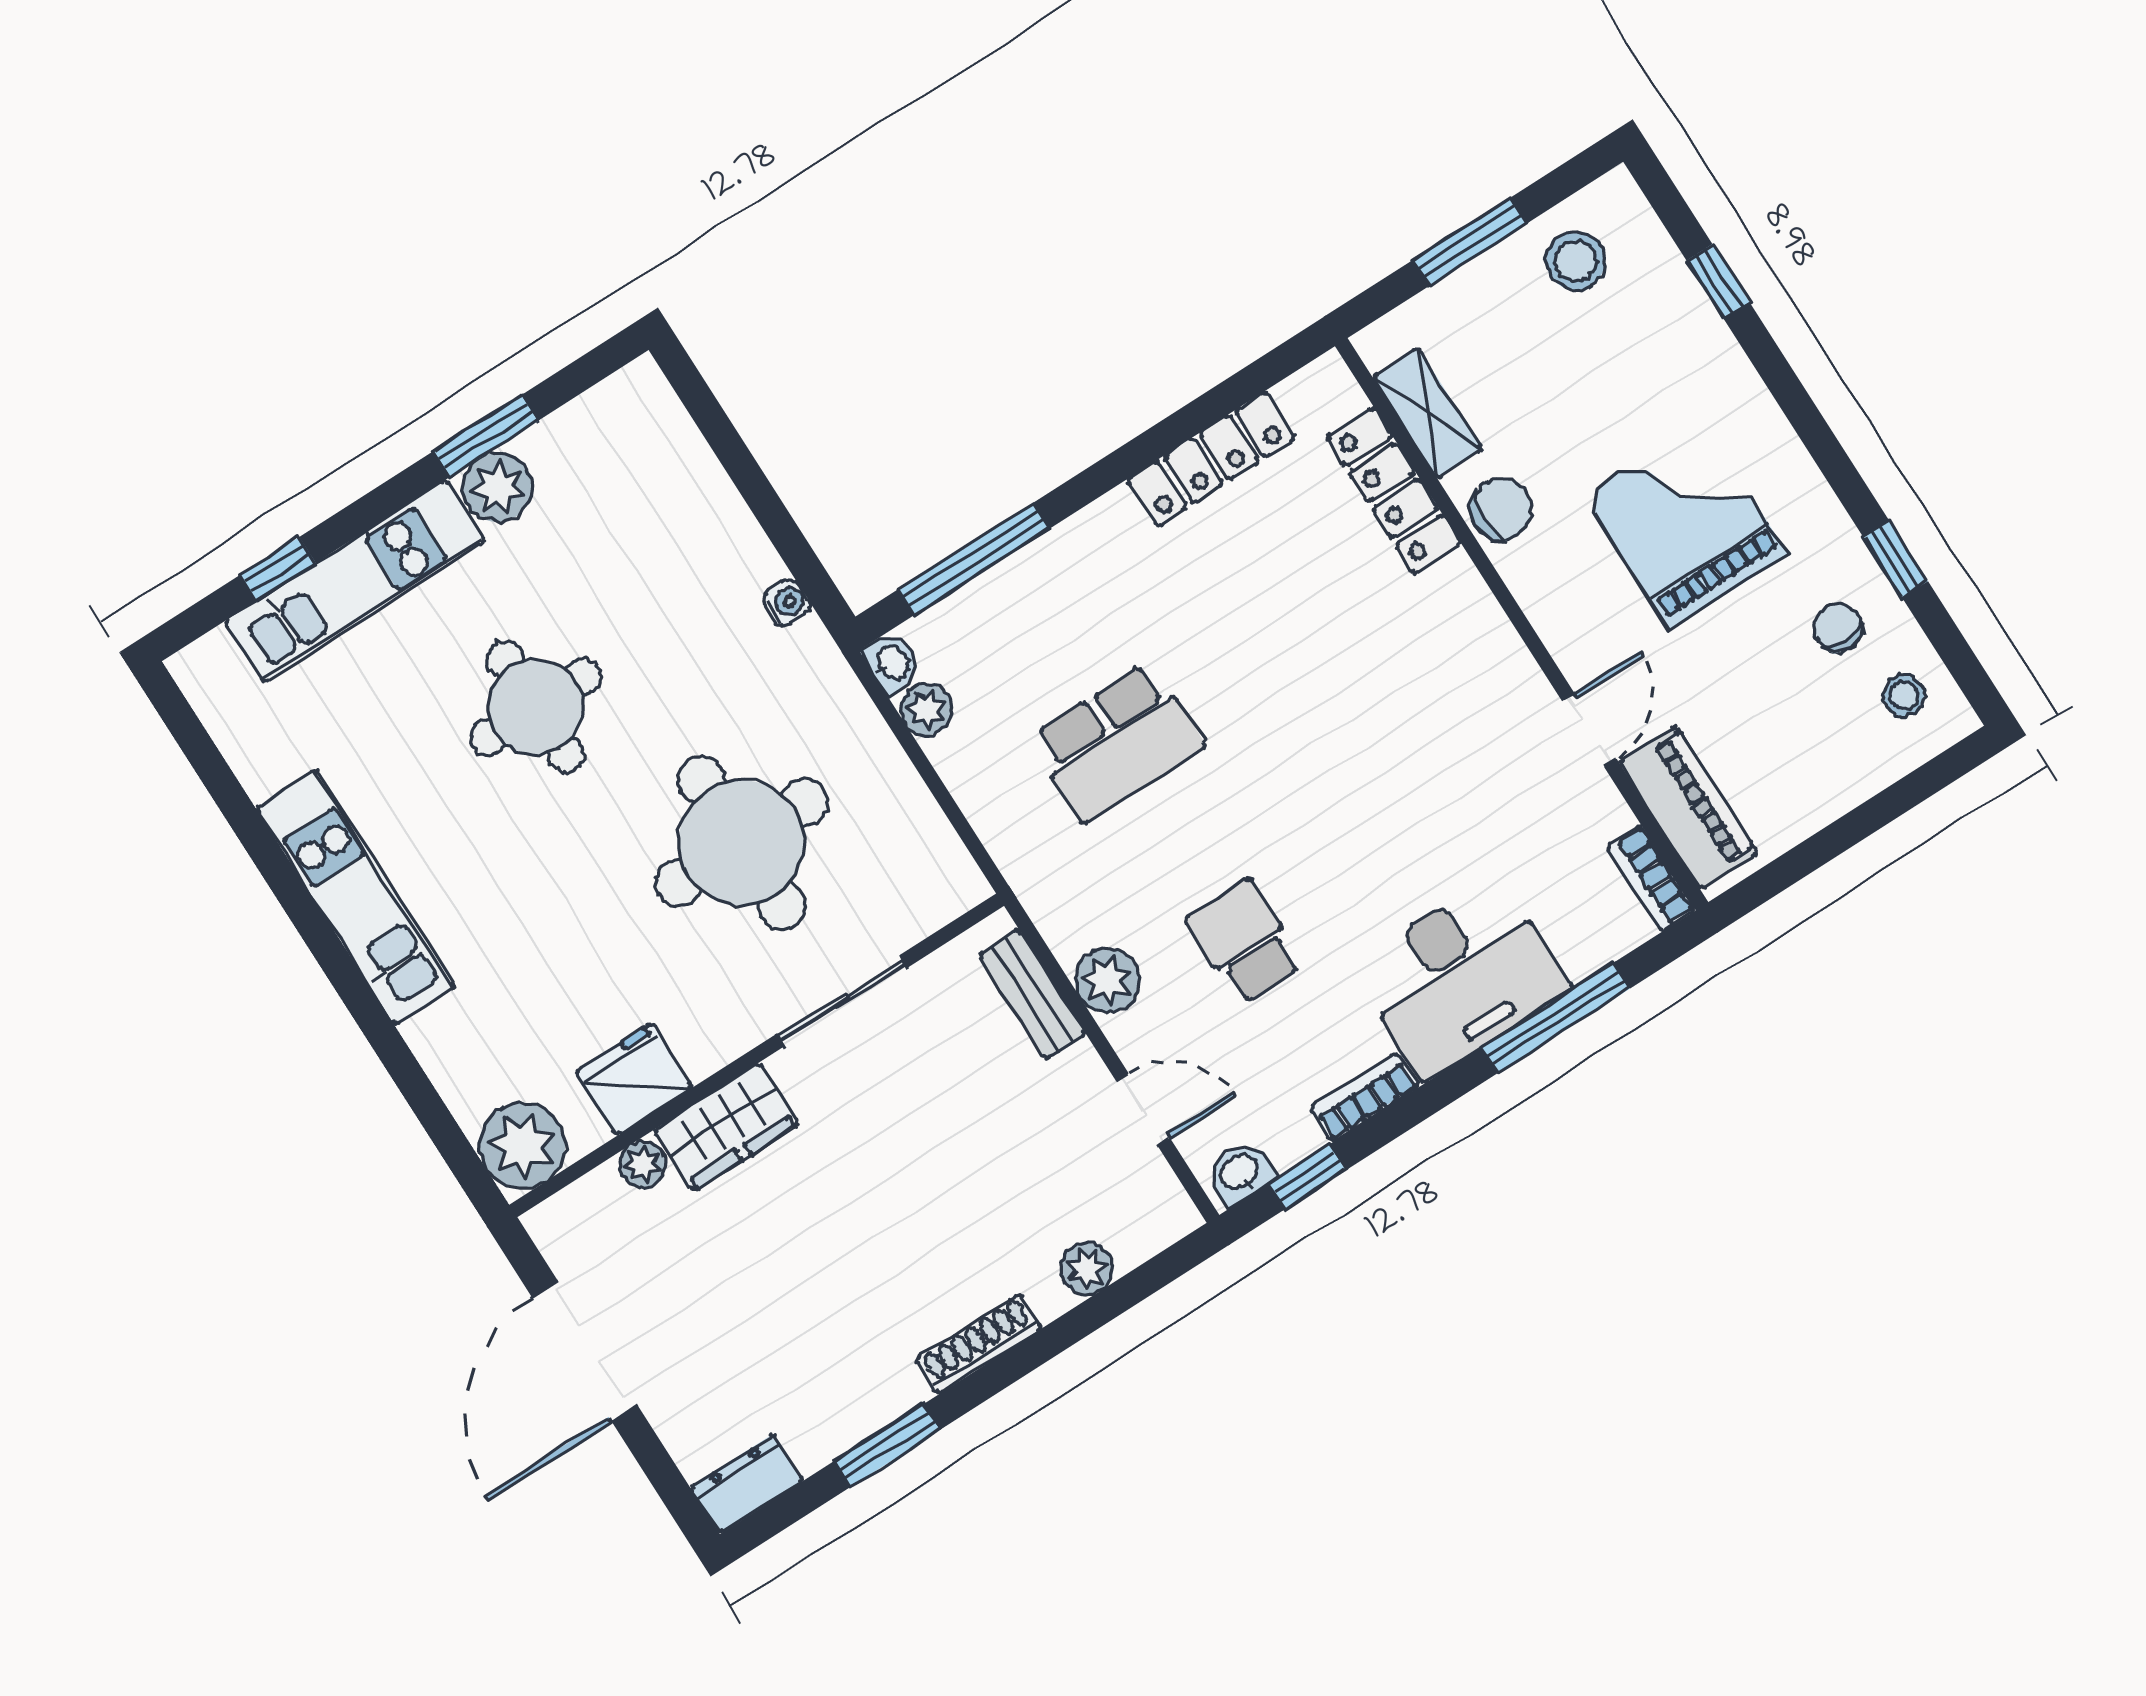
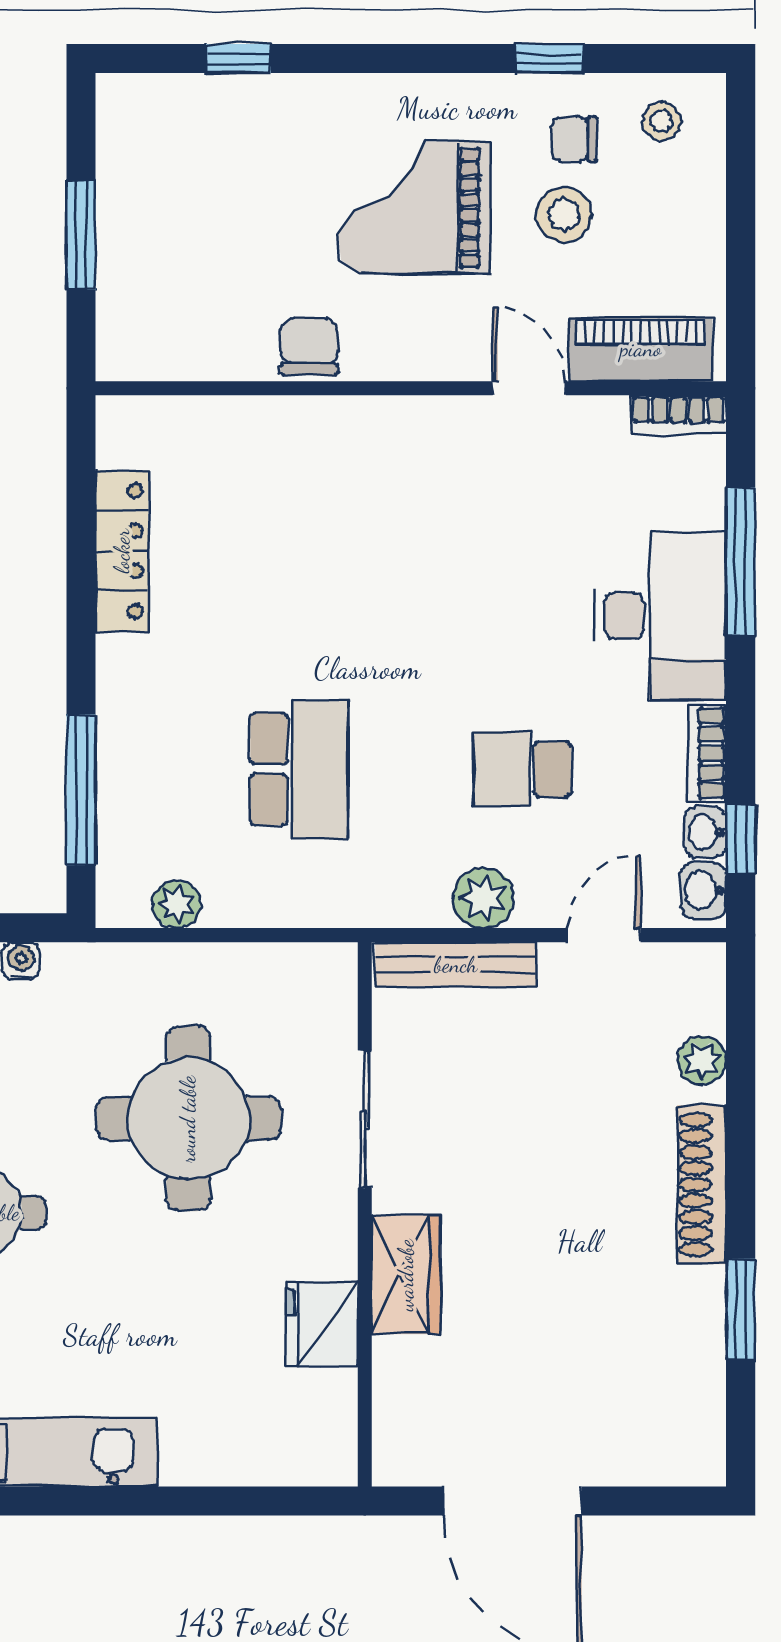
stool: (1576, 261) -> (564, 215), moved
shelving: (1427, 413) -> (195, 356), removed
locker: (1394, 490) -> (240, 422), removed
washbasin: (892, 663) -> (706, 832), moved, turned -90
bench: (1032, 994) -> (456, 965), width x1.36
plant: (522, 1146) -> (318, 1446), removed
plant: (642, 1164) -> (393, 1360), removed
shoe rack: (979, 1344) -> (702, 1185), width x1.36, depth x1.24
dresser: (747, 1484) -> (700, 1440), removed

